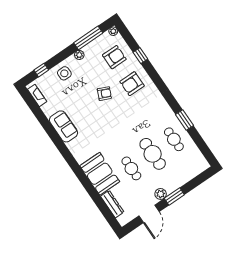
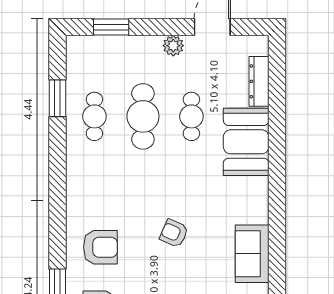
armchair: (104, 94) -> (174, 233), moved
window: (184, 120) -> (57, 98), moved
window: (174, 197) -> (111, 27), moved

